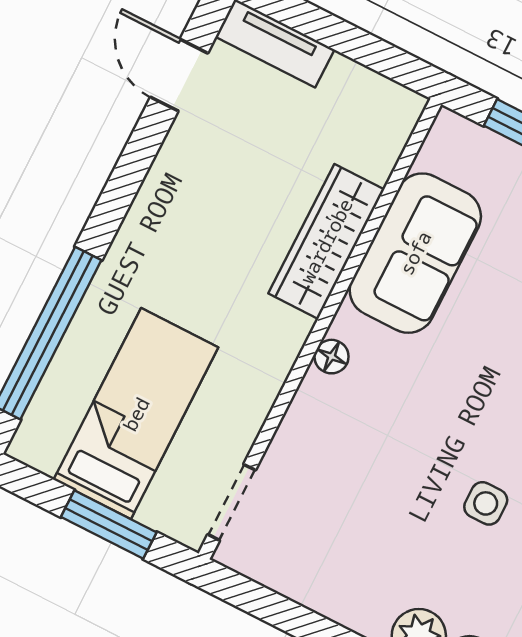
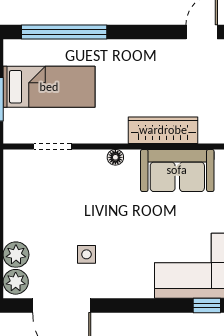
doorway: (232, 502) -> (53, 146), moved

